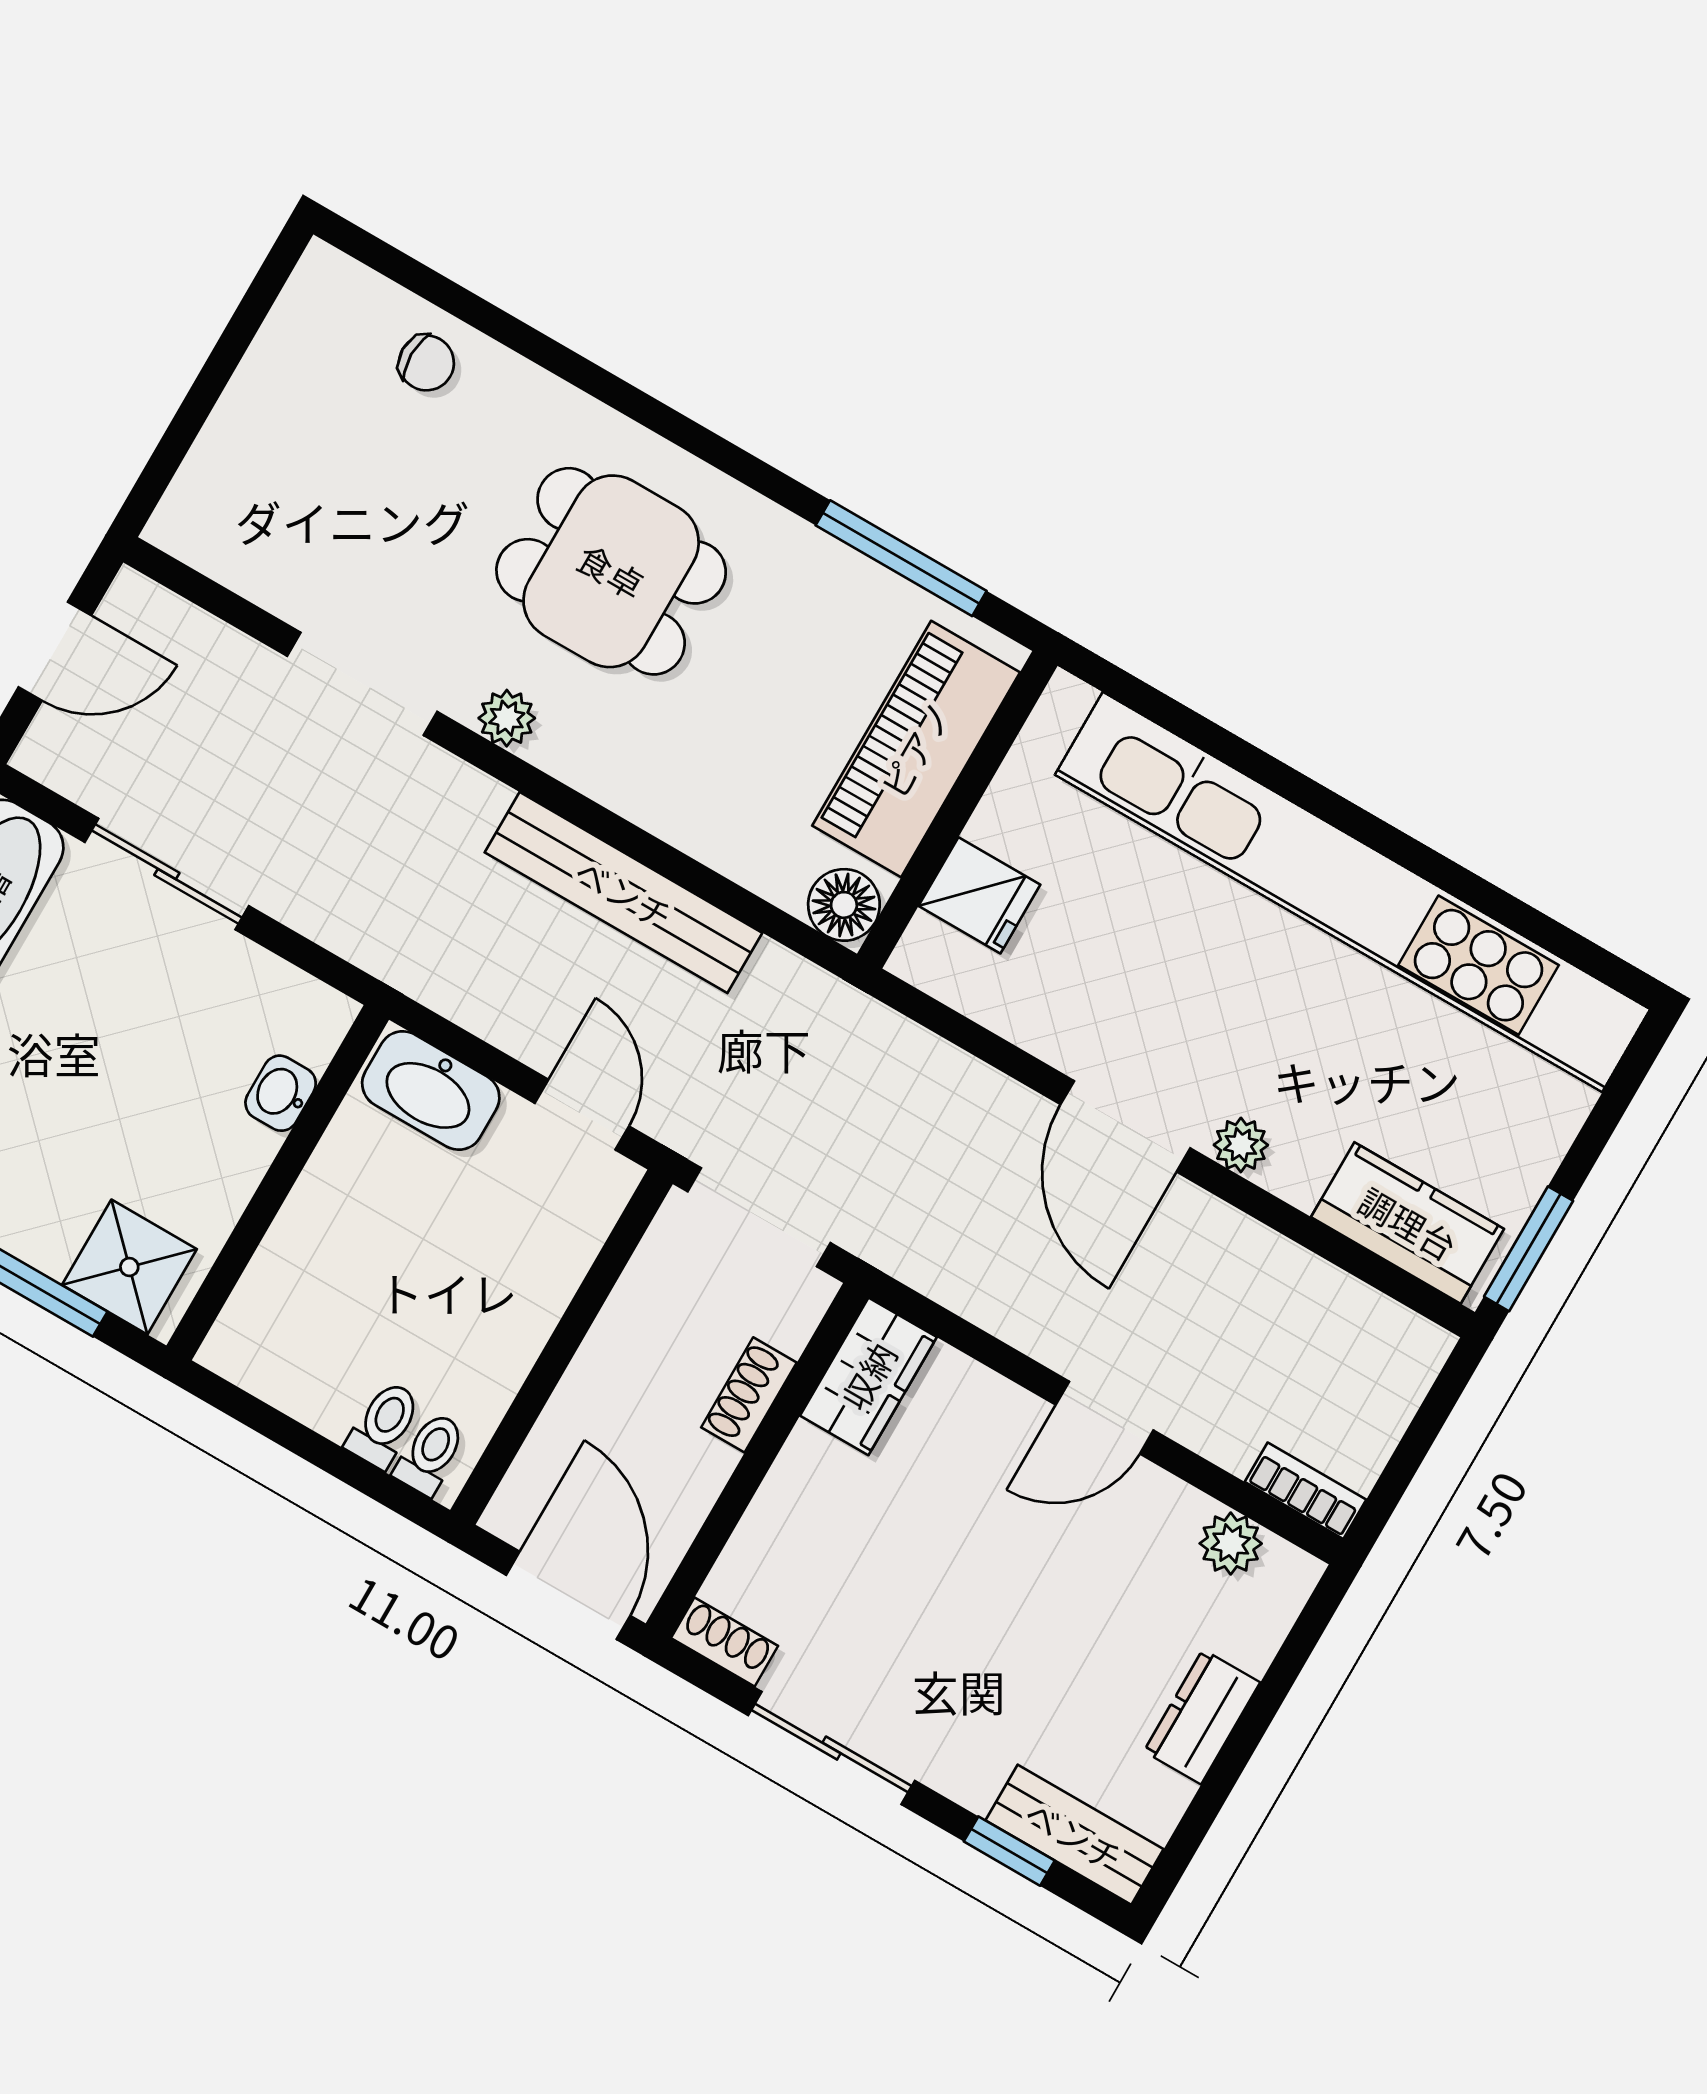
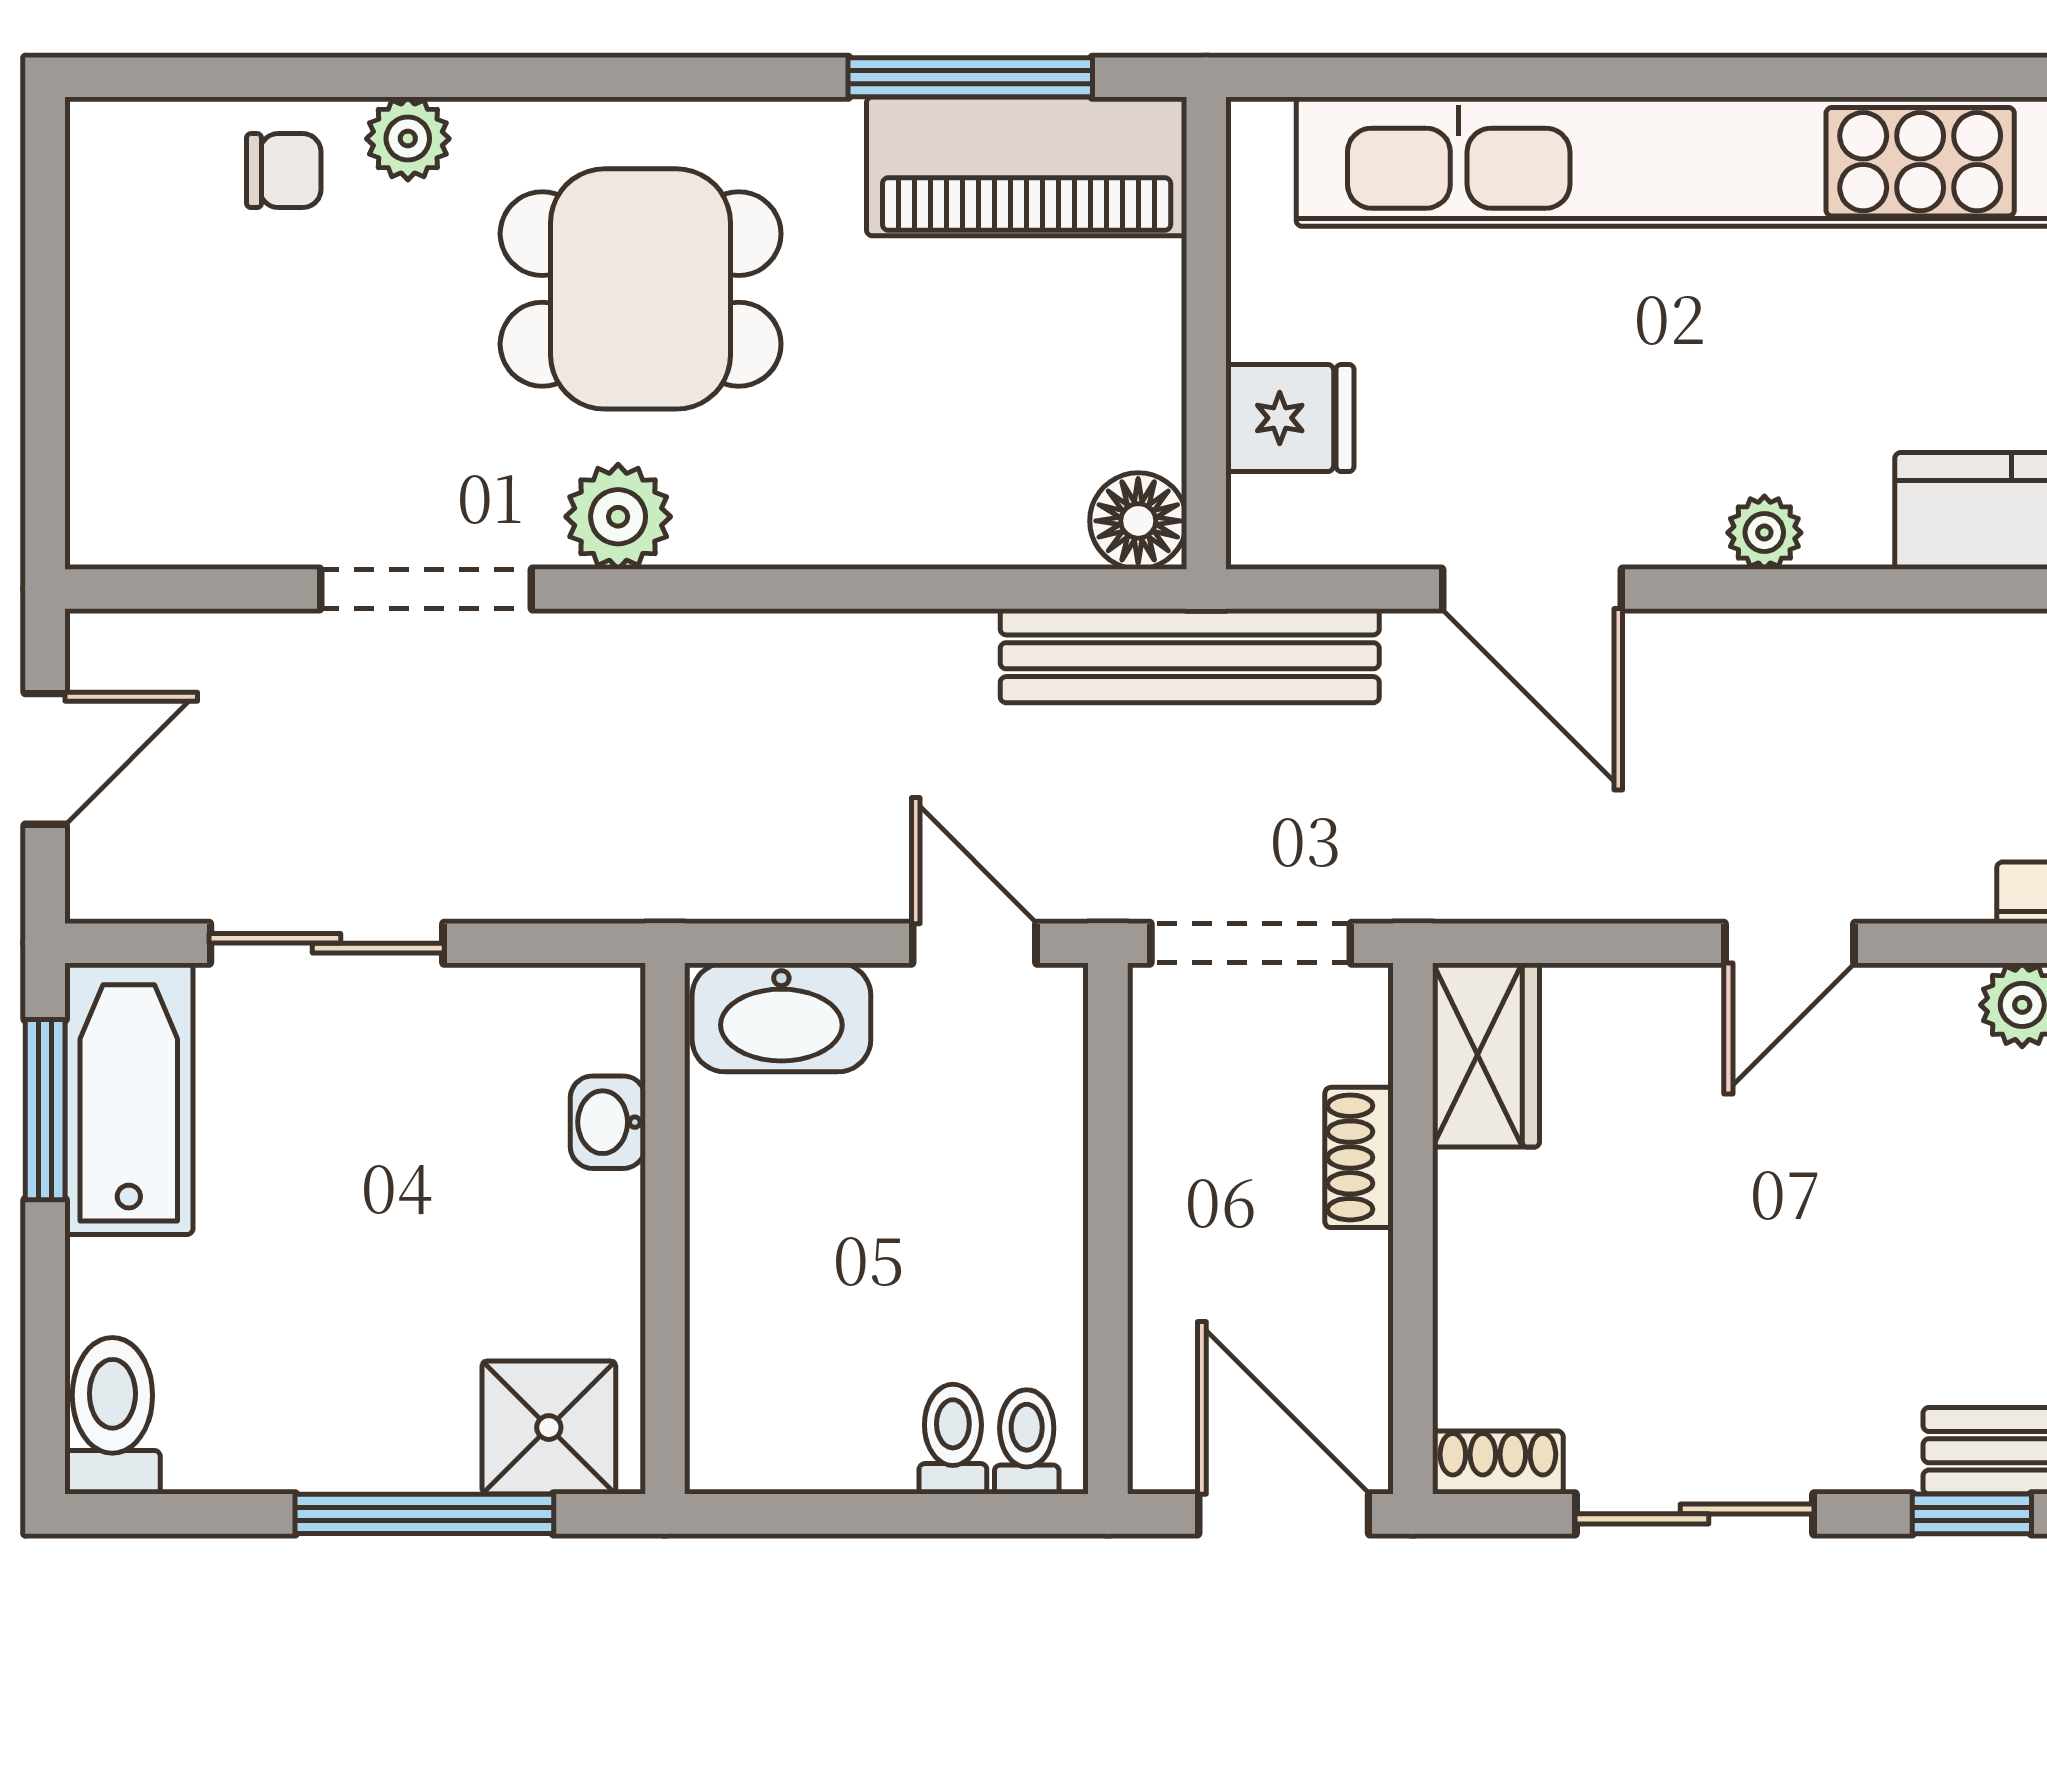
plant: (518, 388) -> (408, 139), added
plant: (507, 718) -> (618, 517), width x1.38, depth x1.38
piano: (916, 749) -> (1027, 166), moved, turned -90
bench: (624, 893) -> (1190, 656), moved
door: (1125, 1126) -> (1532, 589), moved

